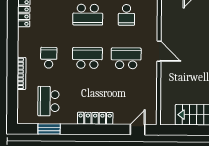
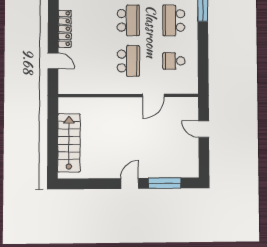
door: (159, 51) -> (153, 95), moved
door: (138, 130) -> (53, 61), moved

